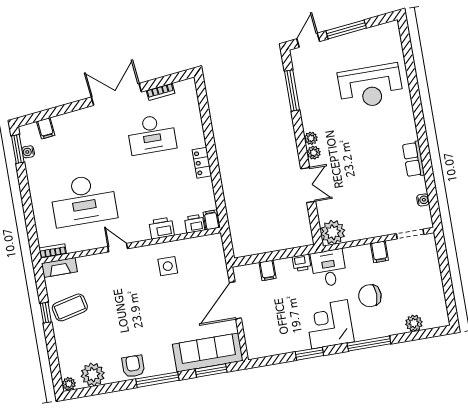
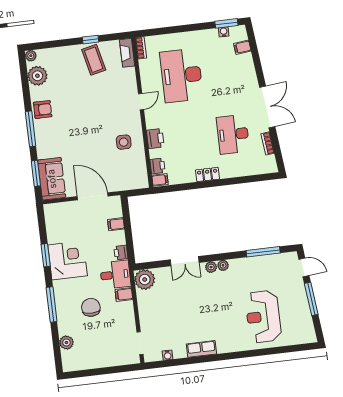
filing cabinet: (379, 252) -> (124, 294), moved
corner desk: (330, 324) -> (68, 260), moved
sofa: (208, 352) -> (52, 179), width x0.73

